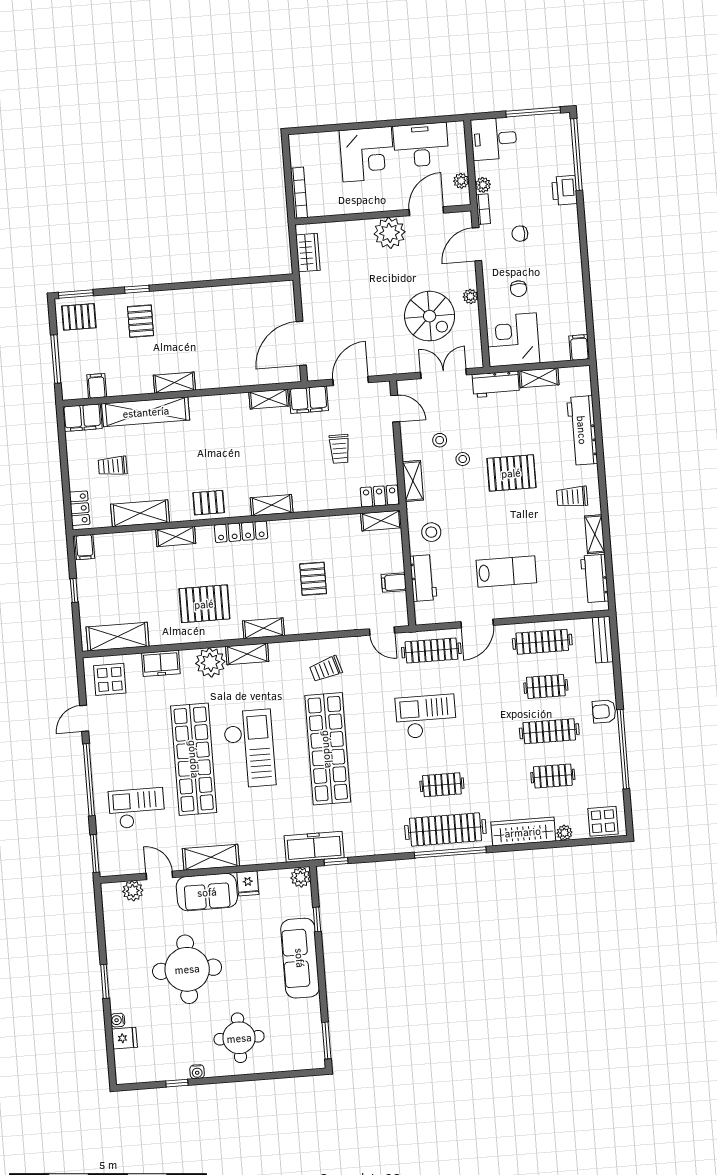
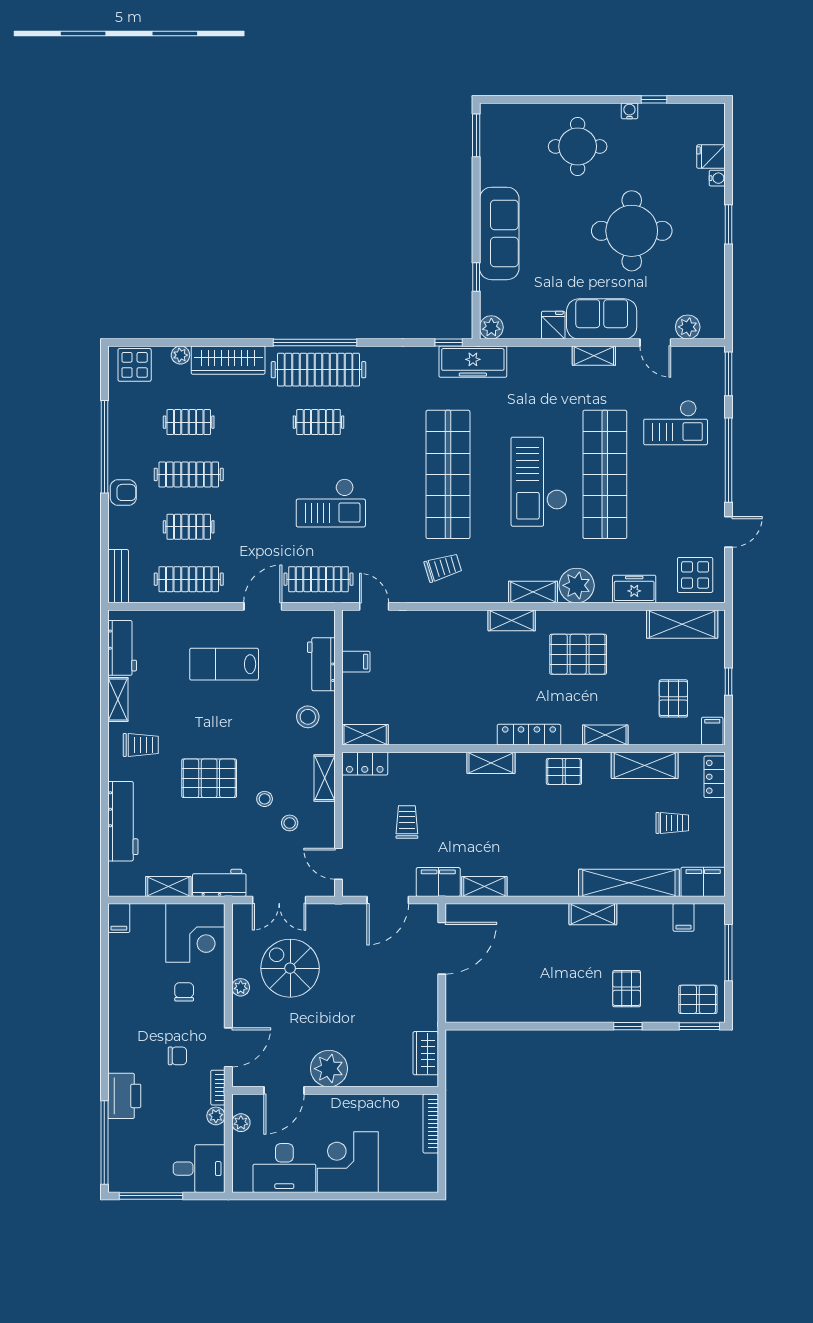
printer: (564, 190) -> (124, 1096), width x1.37, depth x1.19
pallet: (313, 579) -> (673, 698), moved
shelving: (211, 857) -> (594, 356), width x0.67, depth x0.75

